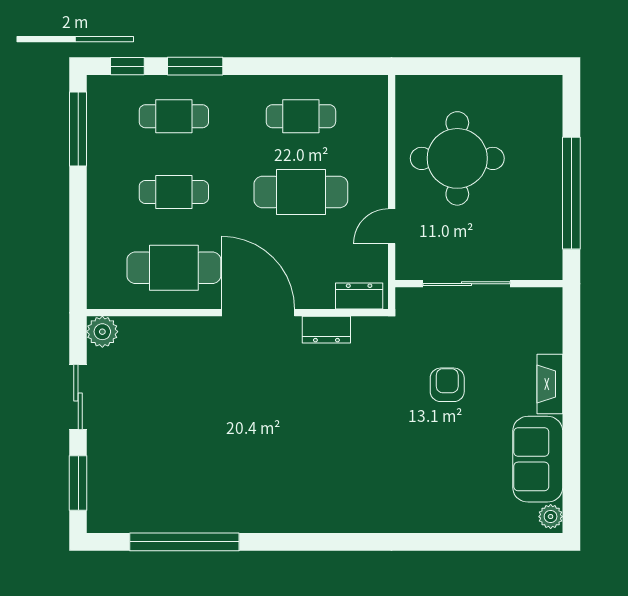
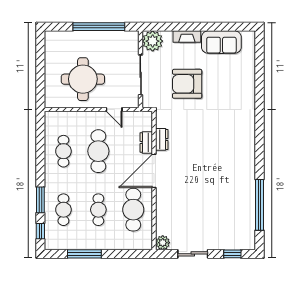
window: (78, 129) -> (84, 254), moved
dresser: (359, 296) -> (146, 142), moved
armchair: (447, 385) -> (187, 84), width x1.88, depth x1.88
window: (78, 483) -> (232, 254), width x0.67
plant: (551, 517) -> (153, 41), moved, width x1.88, depth x1.88

